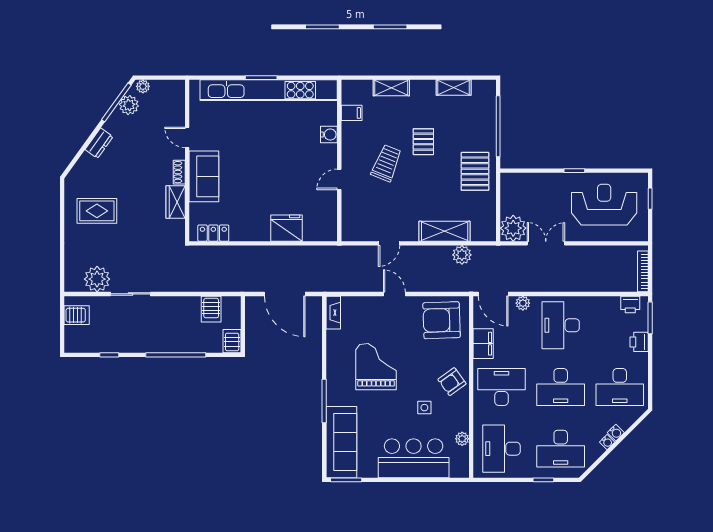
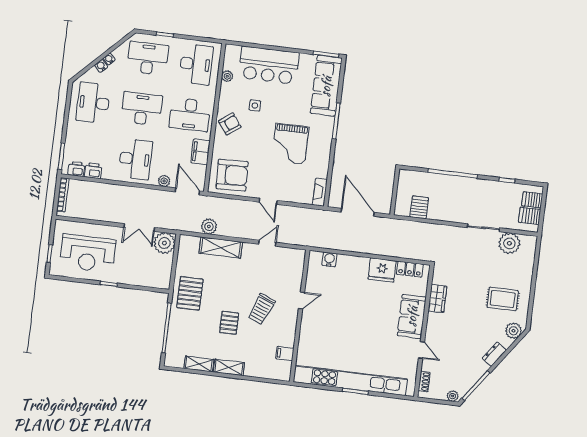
shelving: (391, 88) -> (229, 367), moved
plant: (129, 105) -> (514, 331), moved
water cooler: (329, 135) -> (329, 259), moved, turned 90
shoe rack: (179, 172) -> (424, 381), moved
fridge: (286, 228) -> (382, 270), moved
server rack: (232, 341) -> (532, 200), moved, turned 90
printer: (639, 342) -> (93, 171), moved, turned -90
desk: (620, 387) -> (93, 103), turned -90

